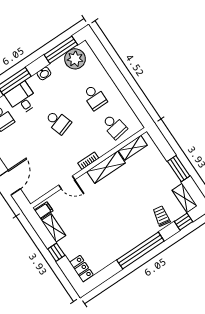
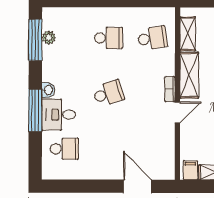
plant: (75, 59) -> (49, 38), width x0.53, depth x0.53
washbasin: (44, 73) -> (48, 90), moved
door: (67, 182) -> (177, 112), moved

